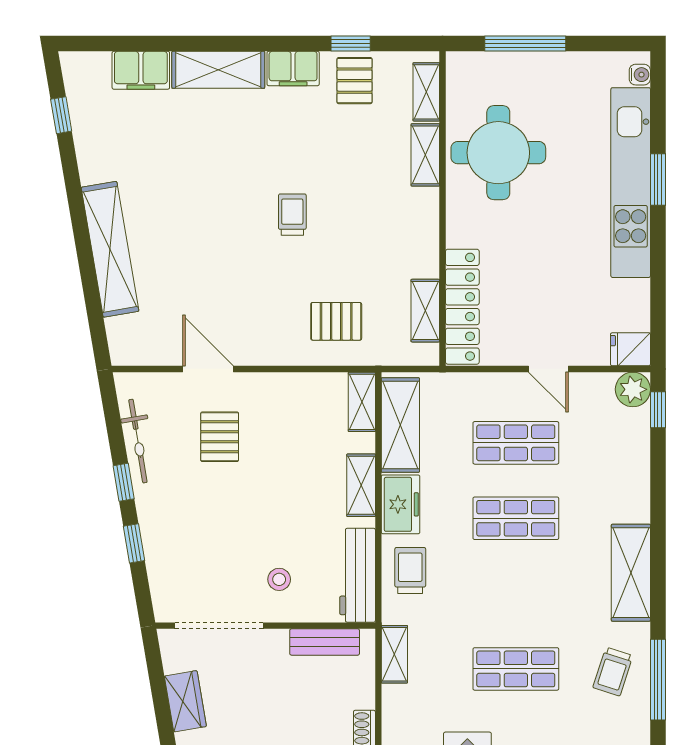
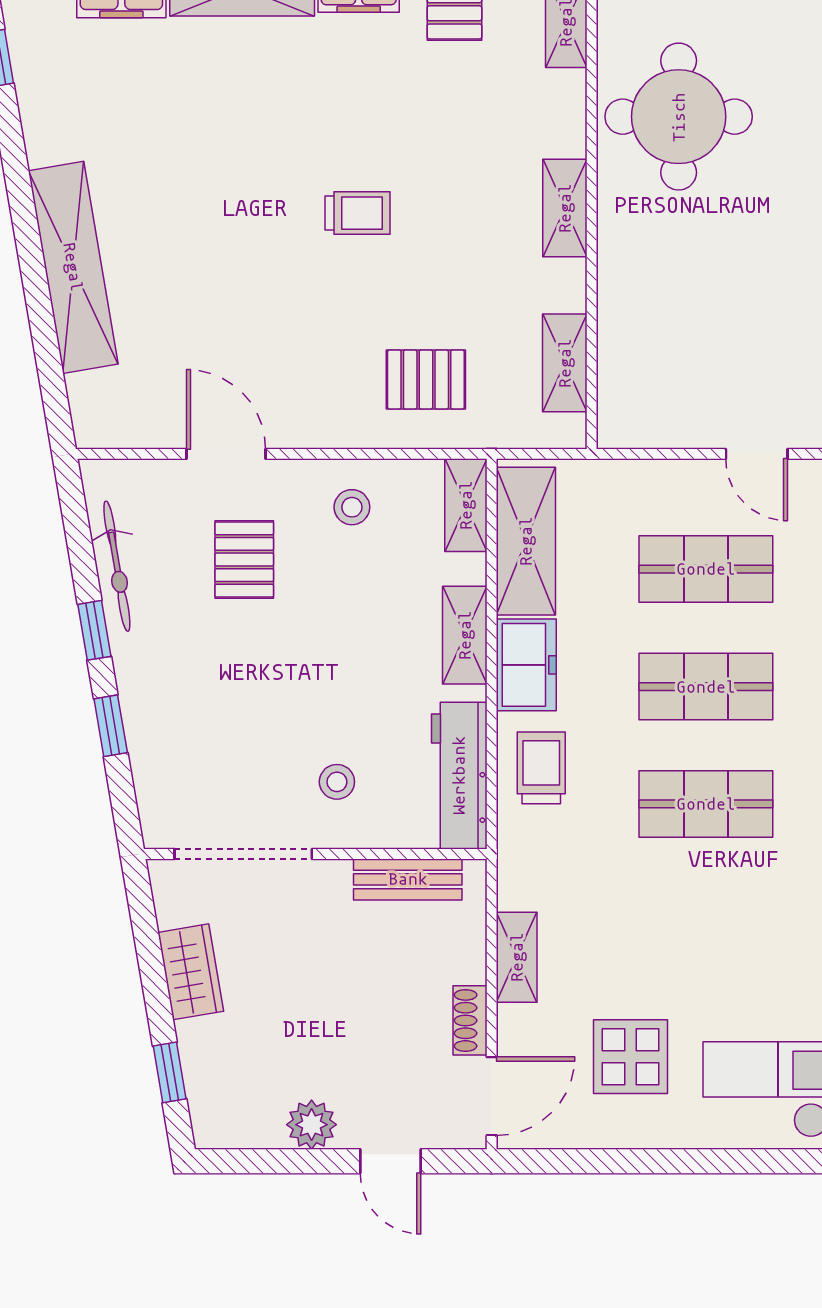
shelving: (425, 155) -> (565, 208), moved
trolley: (292, 215) -> (357, 213), turned 90
locker: (462, 307) -> (622, 357), removed
stool: (289, 403) -> (352, 507), added
shelving: (394, 654) -> (517, 957), moved
shop shelf: (516, 669) -> (706, 804), moved

